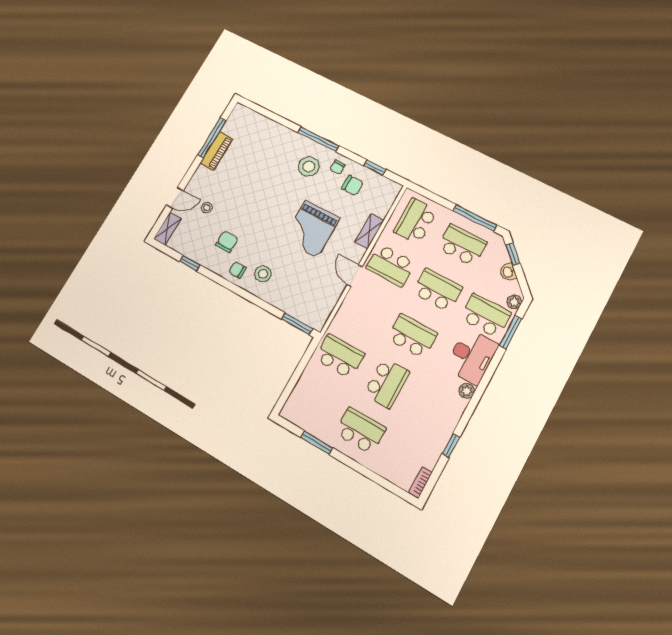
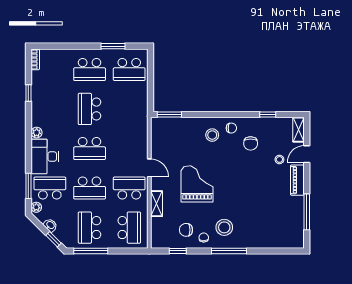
piano: (216, 151) -> (297, 180), moved
school desk: (462, 245) -> (90, 228), turned 90
school desk: (486, 316) -> (50, 188), turned 180
school desk: (340, 356) -> (129, 69), moved

